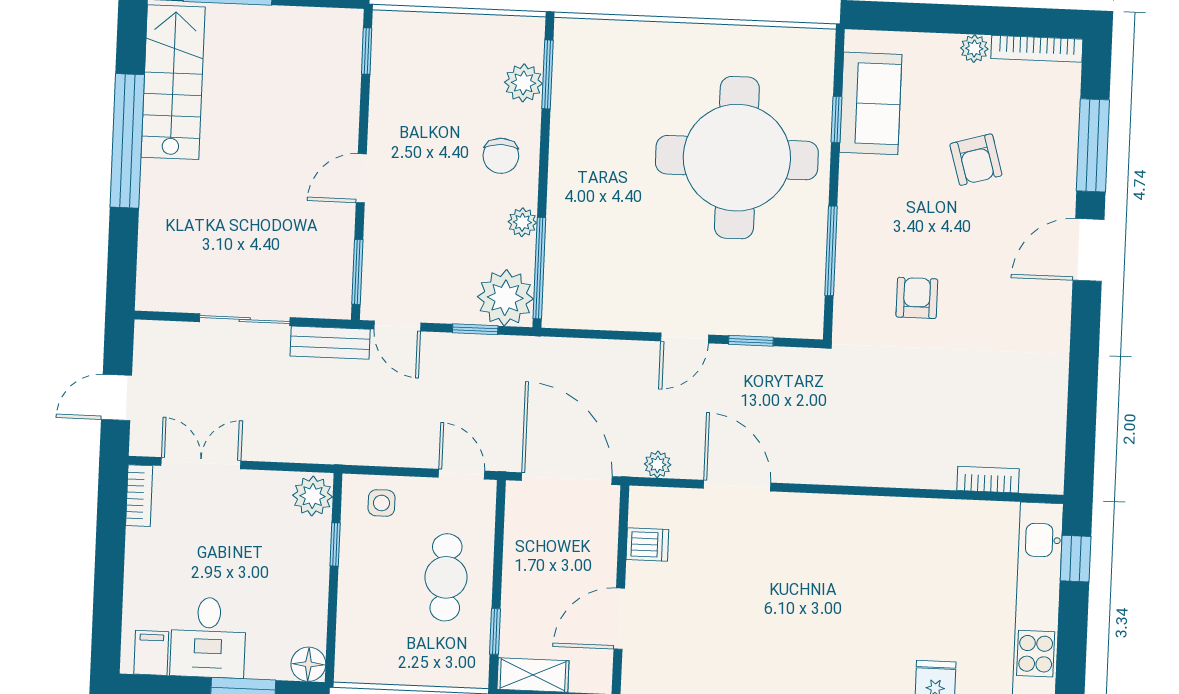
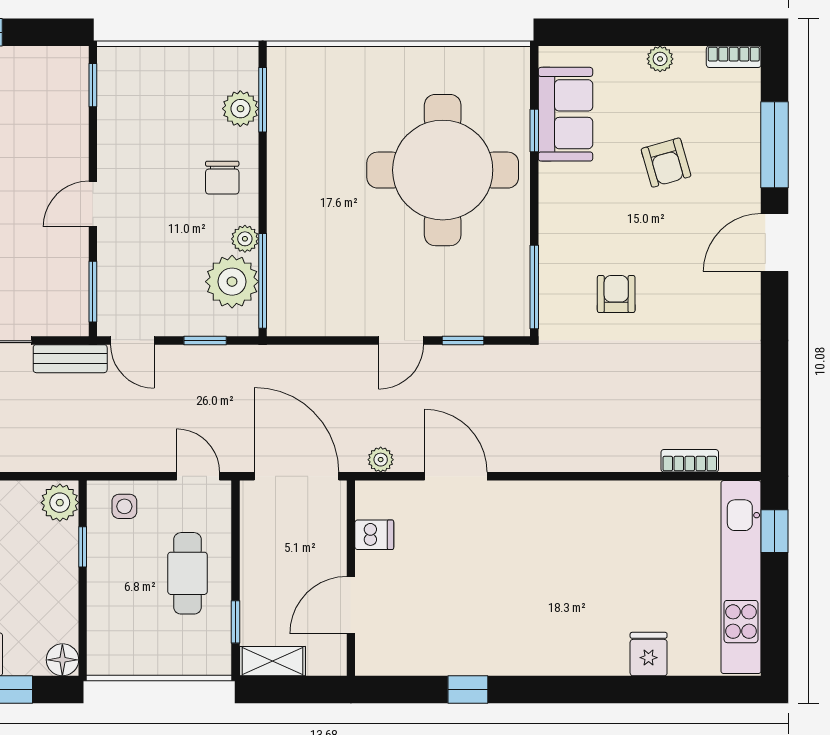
bookcase: (1037, 49) -> (734, 57), width x0.64
window: (831, 251) -> (534, 287), moved
plant: (505, 298) -> (232, 282), moved

